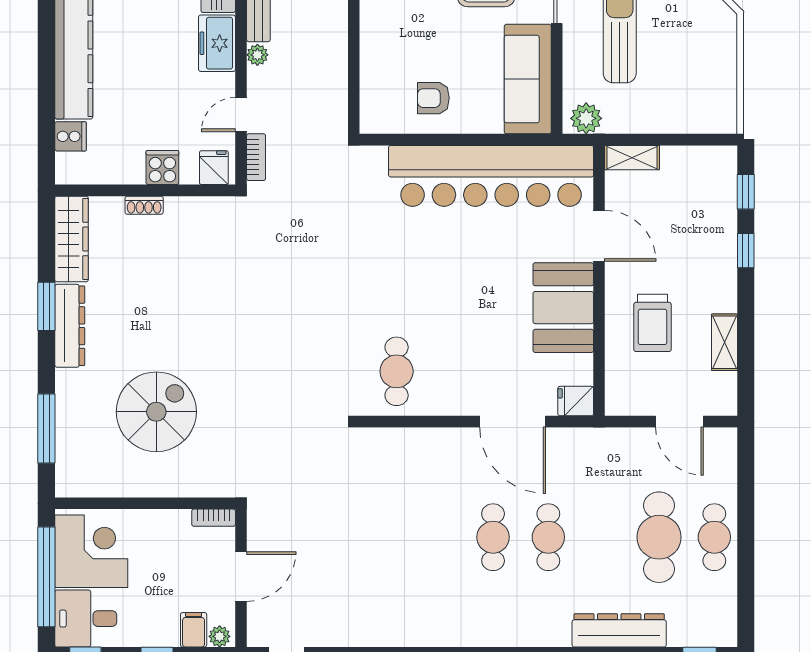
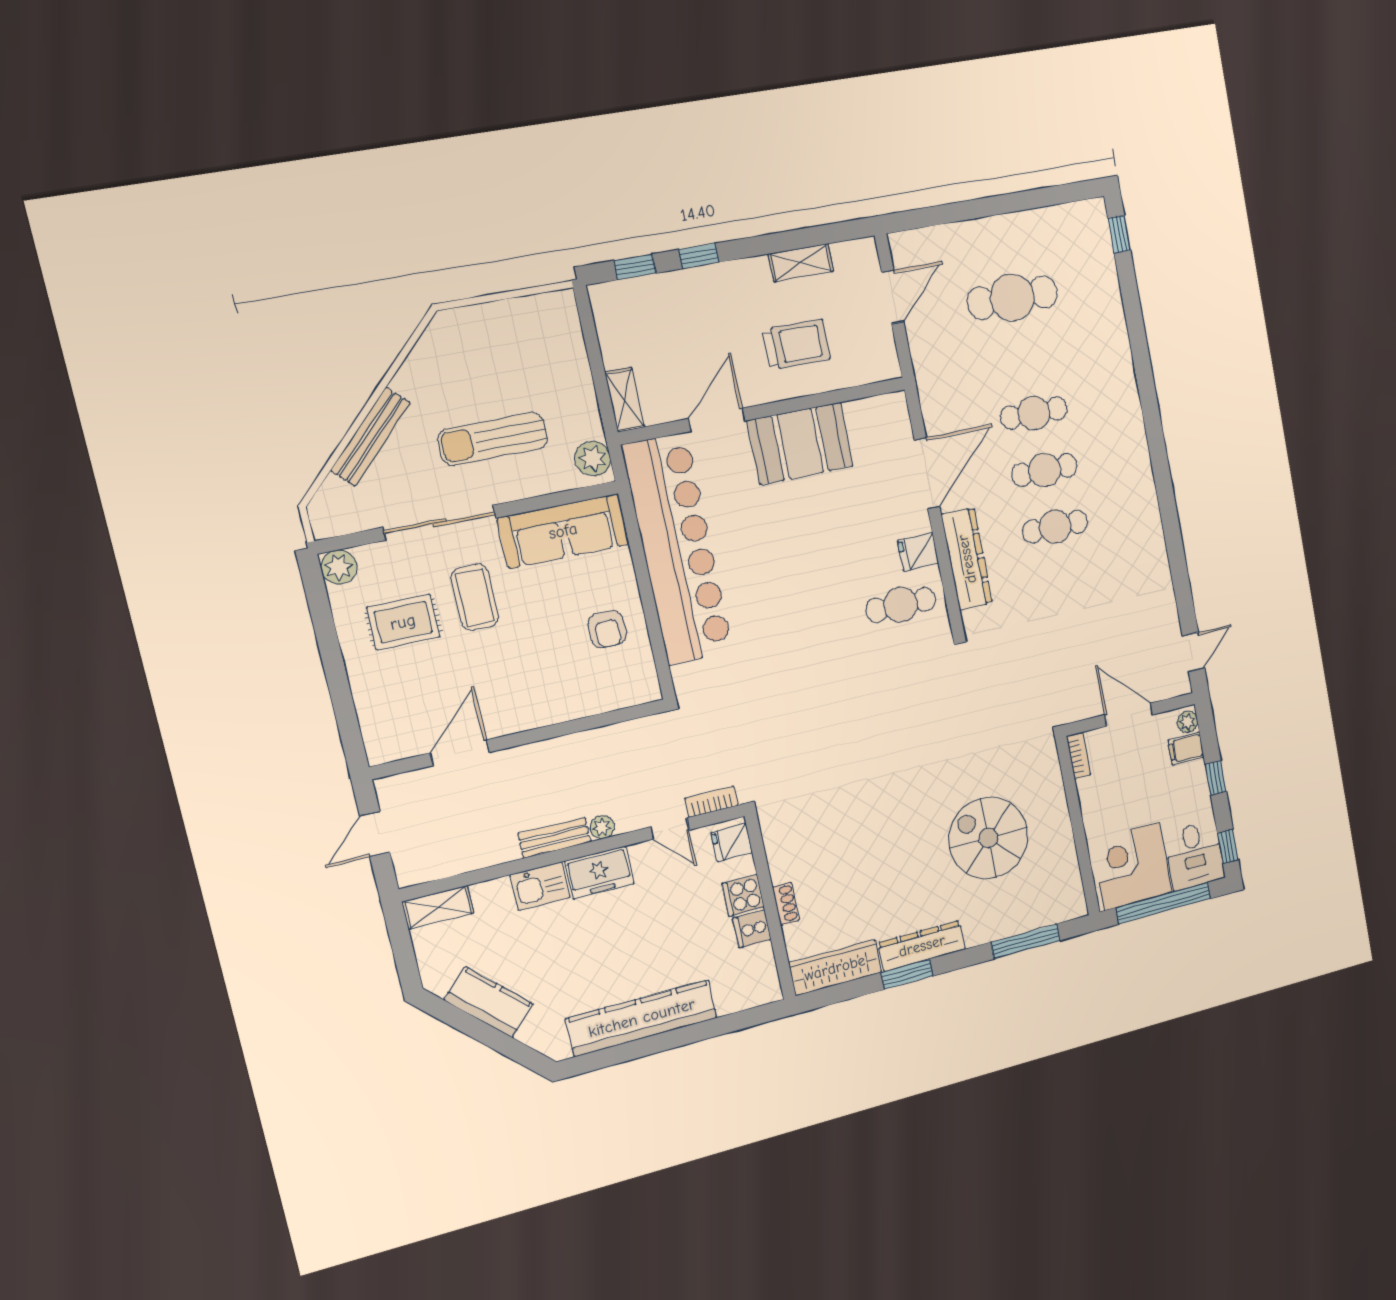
cooker: (71, 136) -> (752, 929), moved, turned -90
fridge: (576, 401) -> (918, 552), moved, turned 90
cafe table: (714, 537) -> (1055, 527), moved
dresser: (619, 630) -> (967, 559), moved, turned 180

